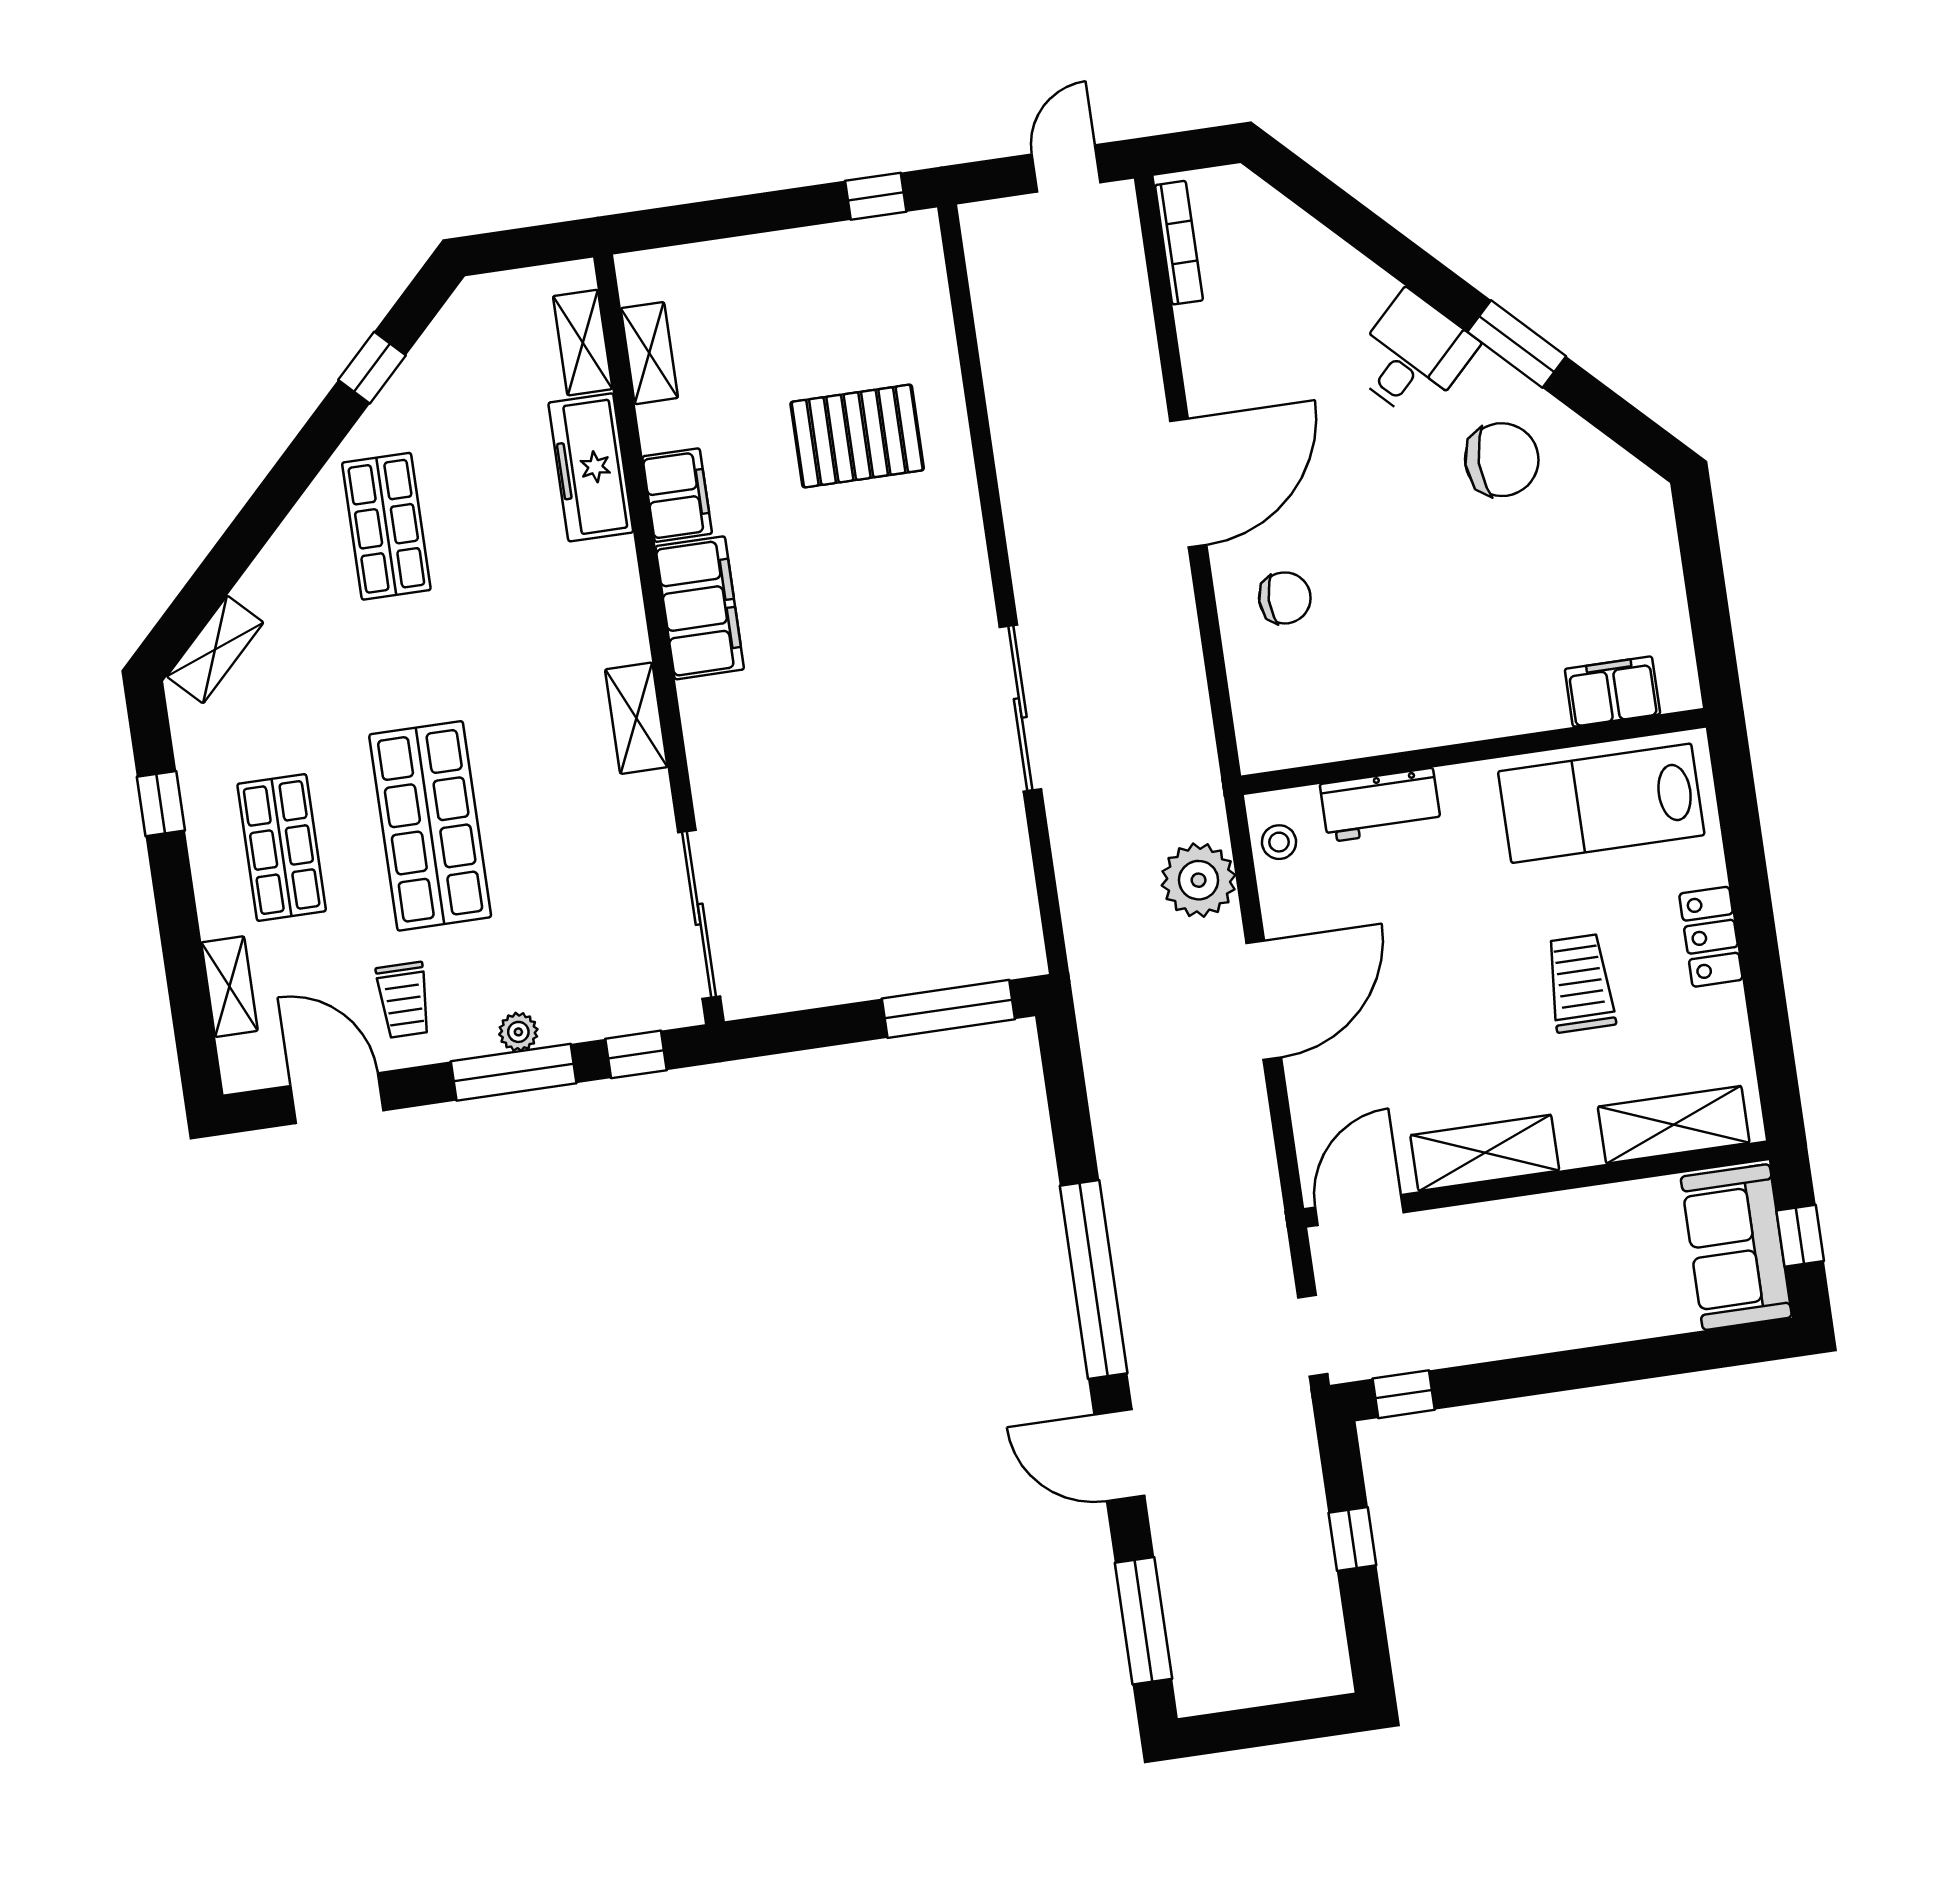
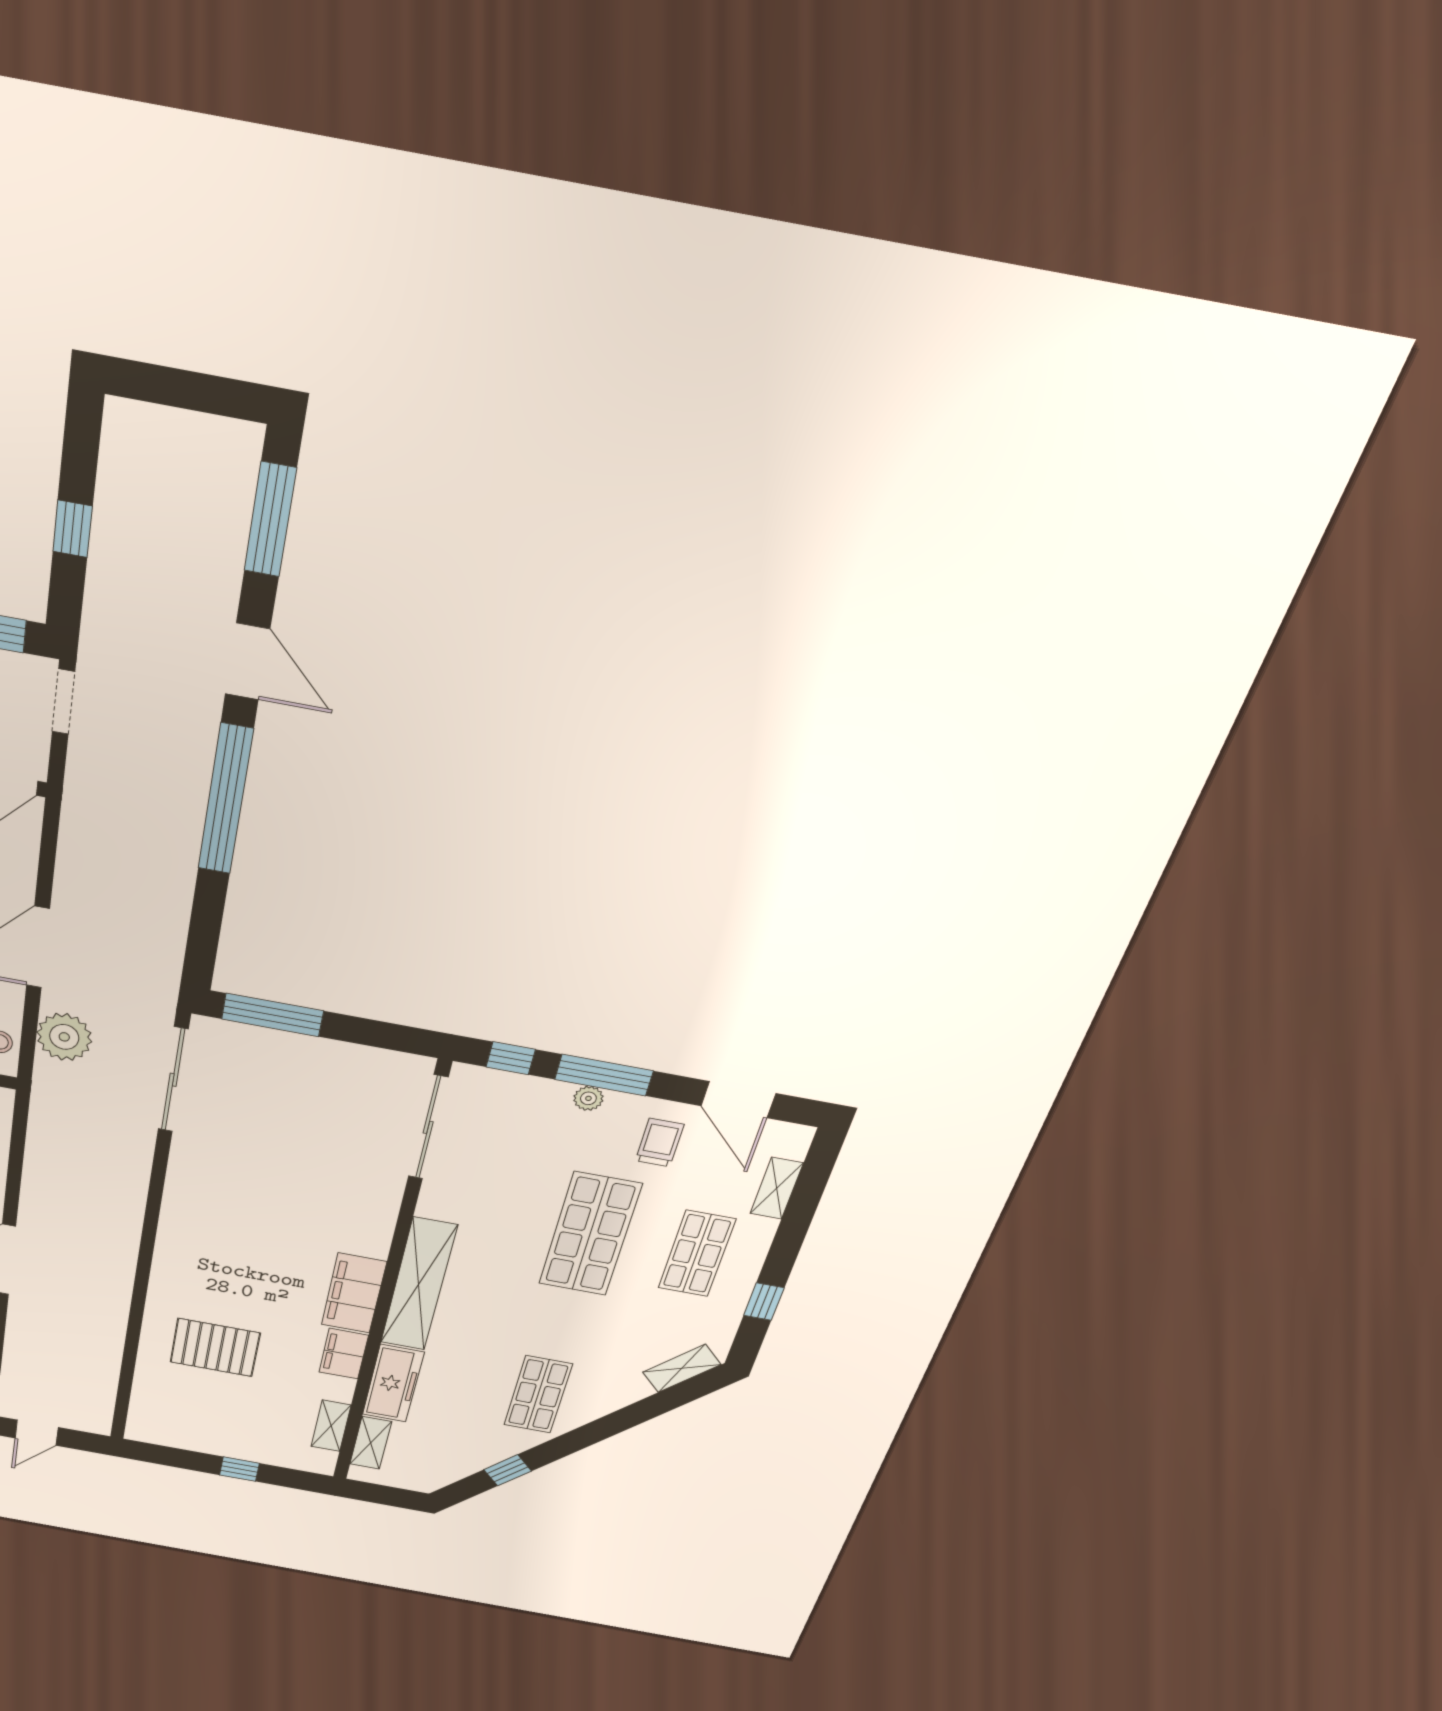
window: (876, 196) -> (239, 1469), moved
sliding door: (1020, 708) -> (173, 1080), moved
shelving: (636, 718) -> (419, 1285), width x2.20, depth x1.33

